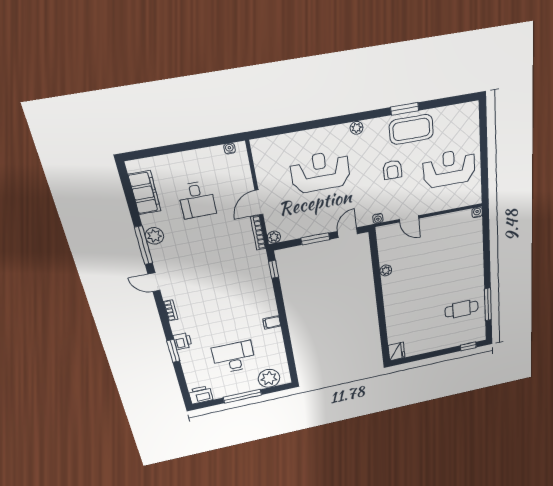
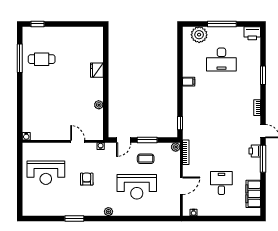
coffee table: (411, 130) -> (146, 159), moved, width x0.54, depth x0.58
door: (259, 202) -> (181, 186), moved
plant: (154, 236) -> (254, 164), removed
printer: (183, 341) -> (255, 151), moved
fridge: (397, 351) -> (97, 70), moved

